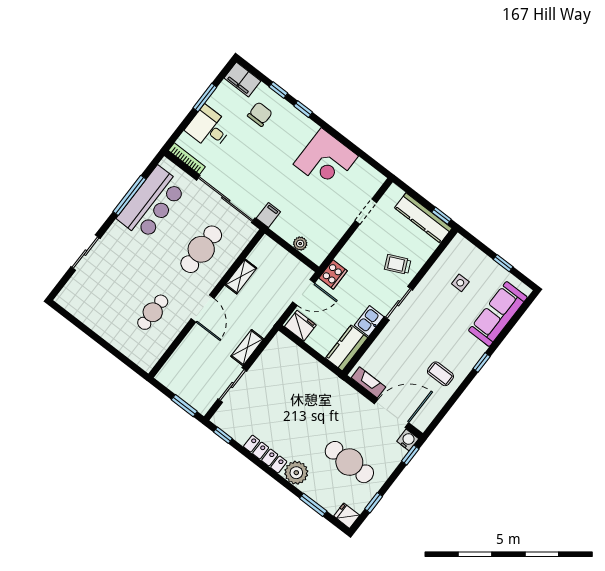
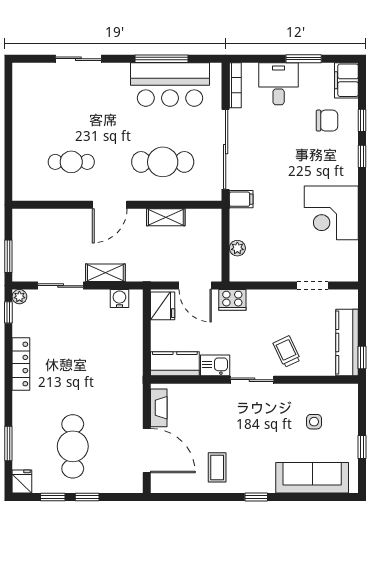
water cooler: (408, 440) -> (119, 299), moved, turned -90
window: (410, 455) -> (87, 497), moved
plant: (296, 473) -> (19, 297), moved, width x0.53, depth x0.53

